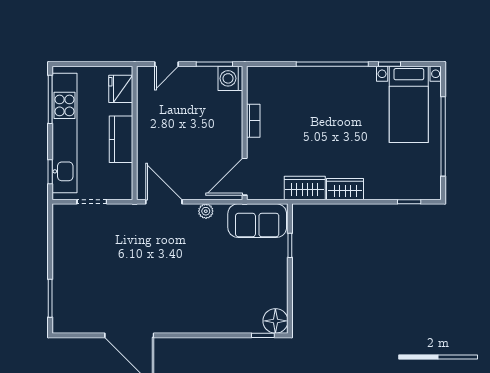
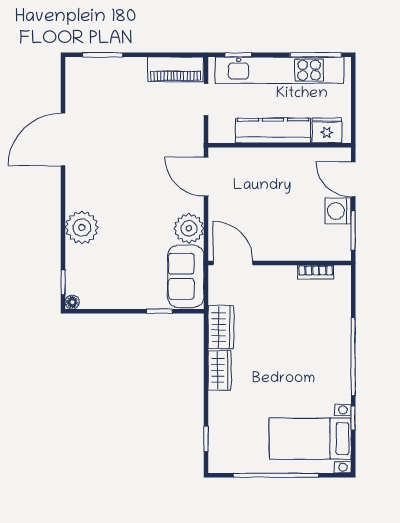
door: (167, 64) -> (353, 179), width x1.38
washing machine: (230, 78) -> (338, 211), moved, turned -90
bookcase: (253, 121) -> (316, 272), moved
kitchen counter: (121, 139) -> (273, 131), width x1.50
door: (164, 202) -> (206, 177), swing flipped
plant: (206, 211) -> (189, 228), width x1.87, depth x1.87
piano: (64, 230) -> (176, 69), added
plant: (212, 318) -> (82, 228), added
floor lamp: (275, 321) -> (72, 302), width x0.53, depth x0.53

